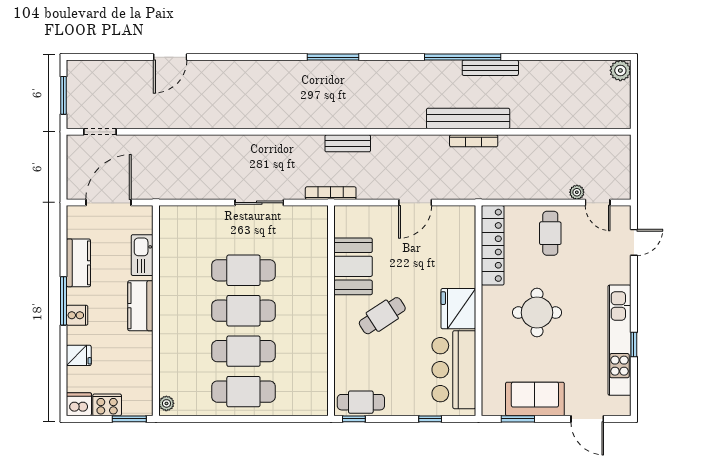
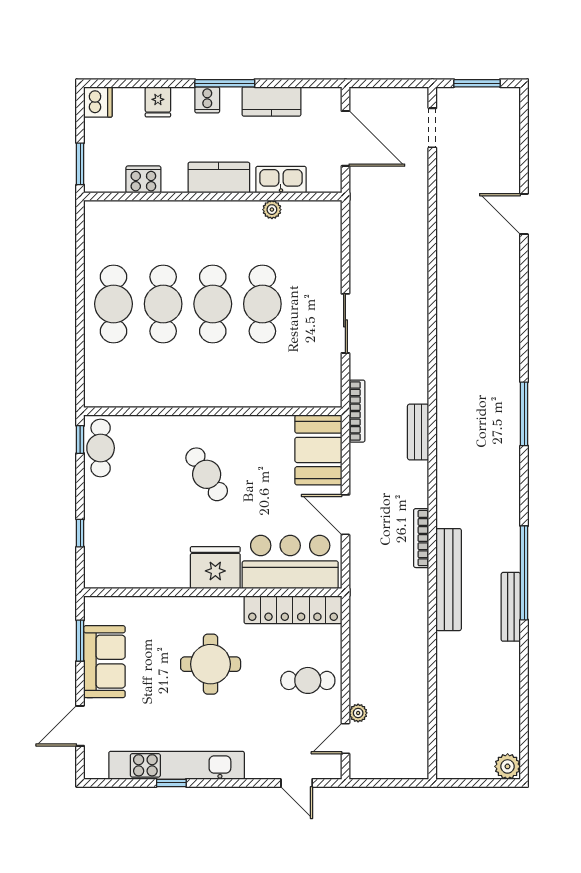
bookcase: (474, 141) -> (421, 538), moved
booth: (353, 266) -> (318, 450), moved, turned 90
bar counter: (454, 370) -> (290, 562), moved
plant: (166, 403) -> (272, 210), moved
cooker: (107, 405) -> (143, 179), moved, turned -90

